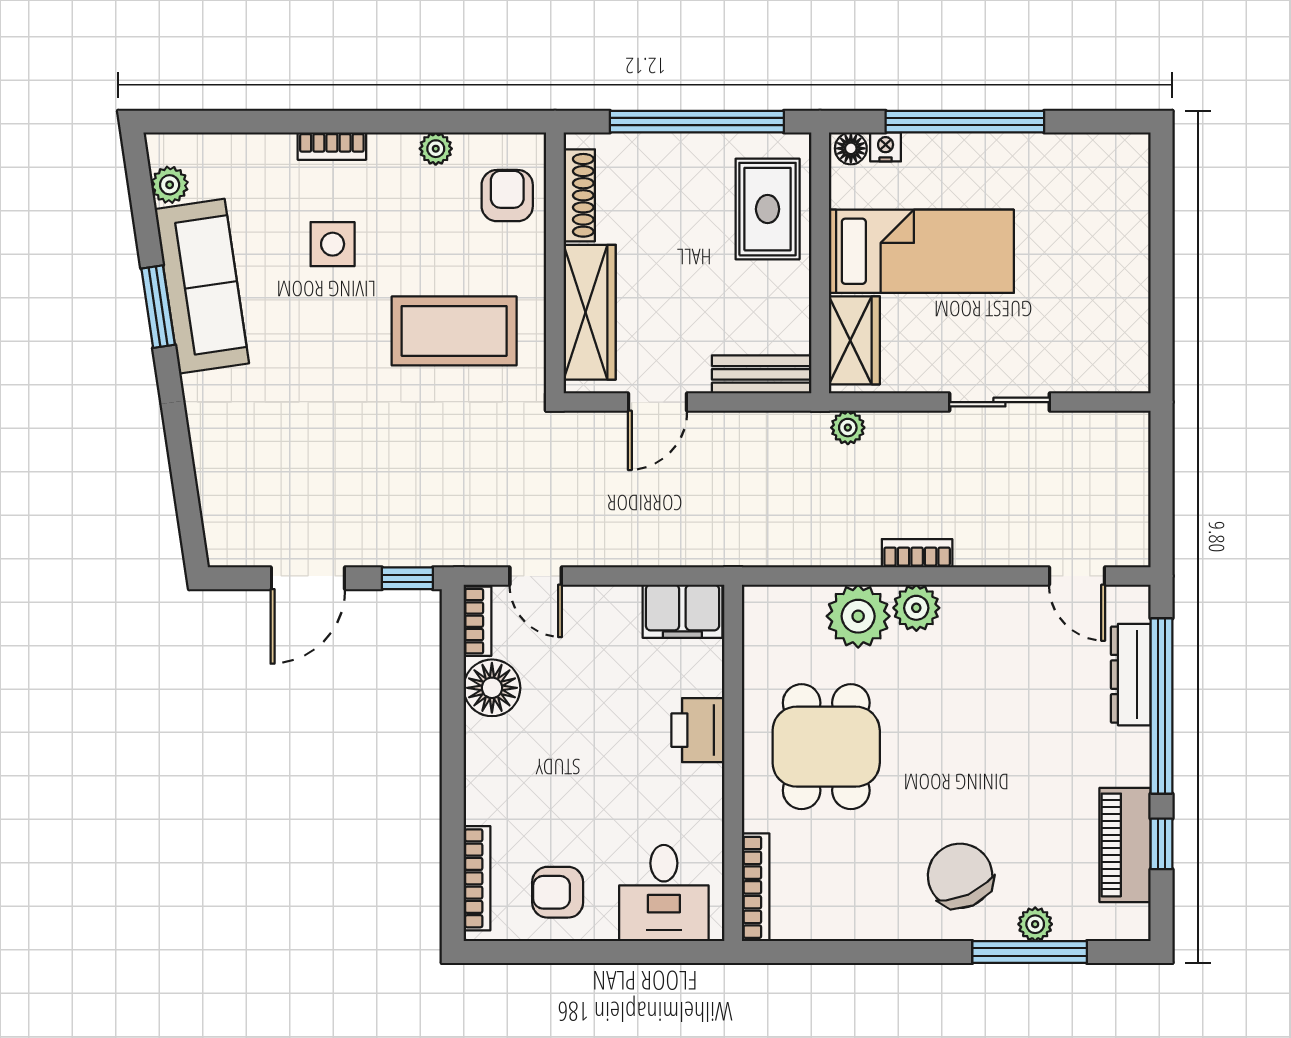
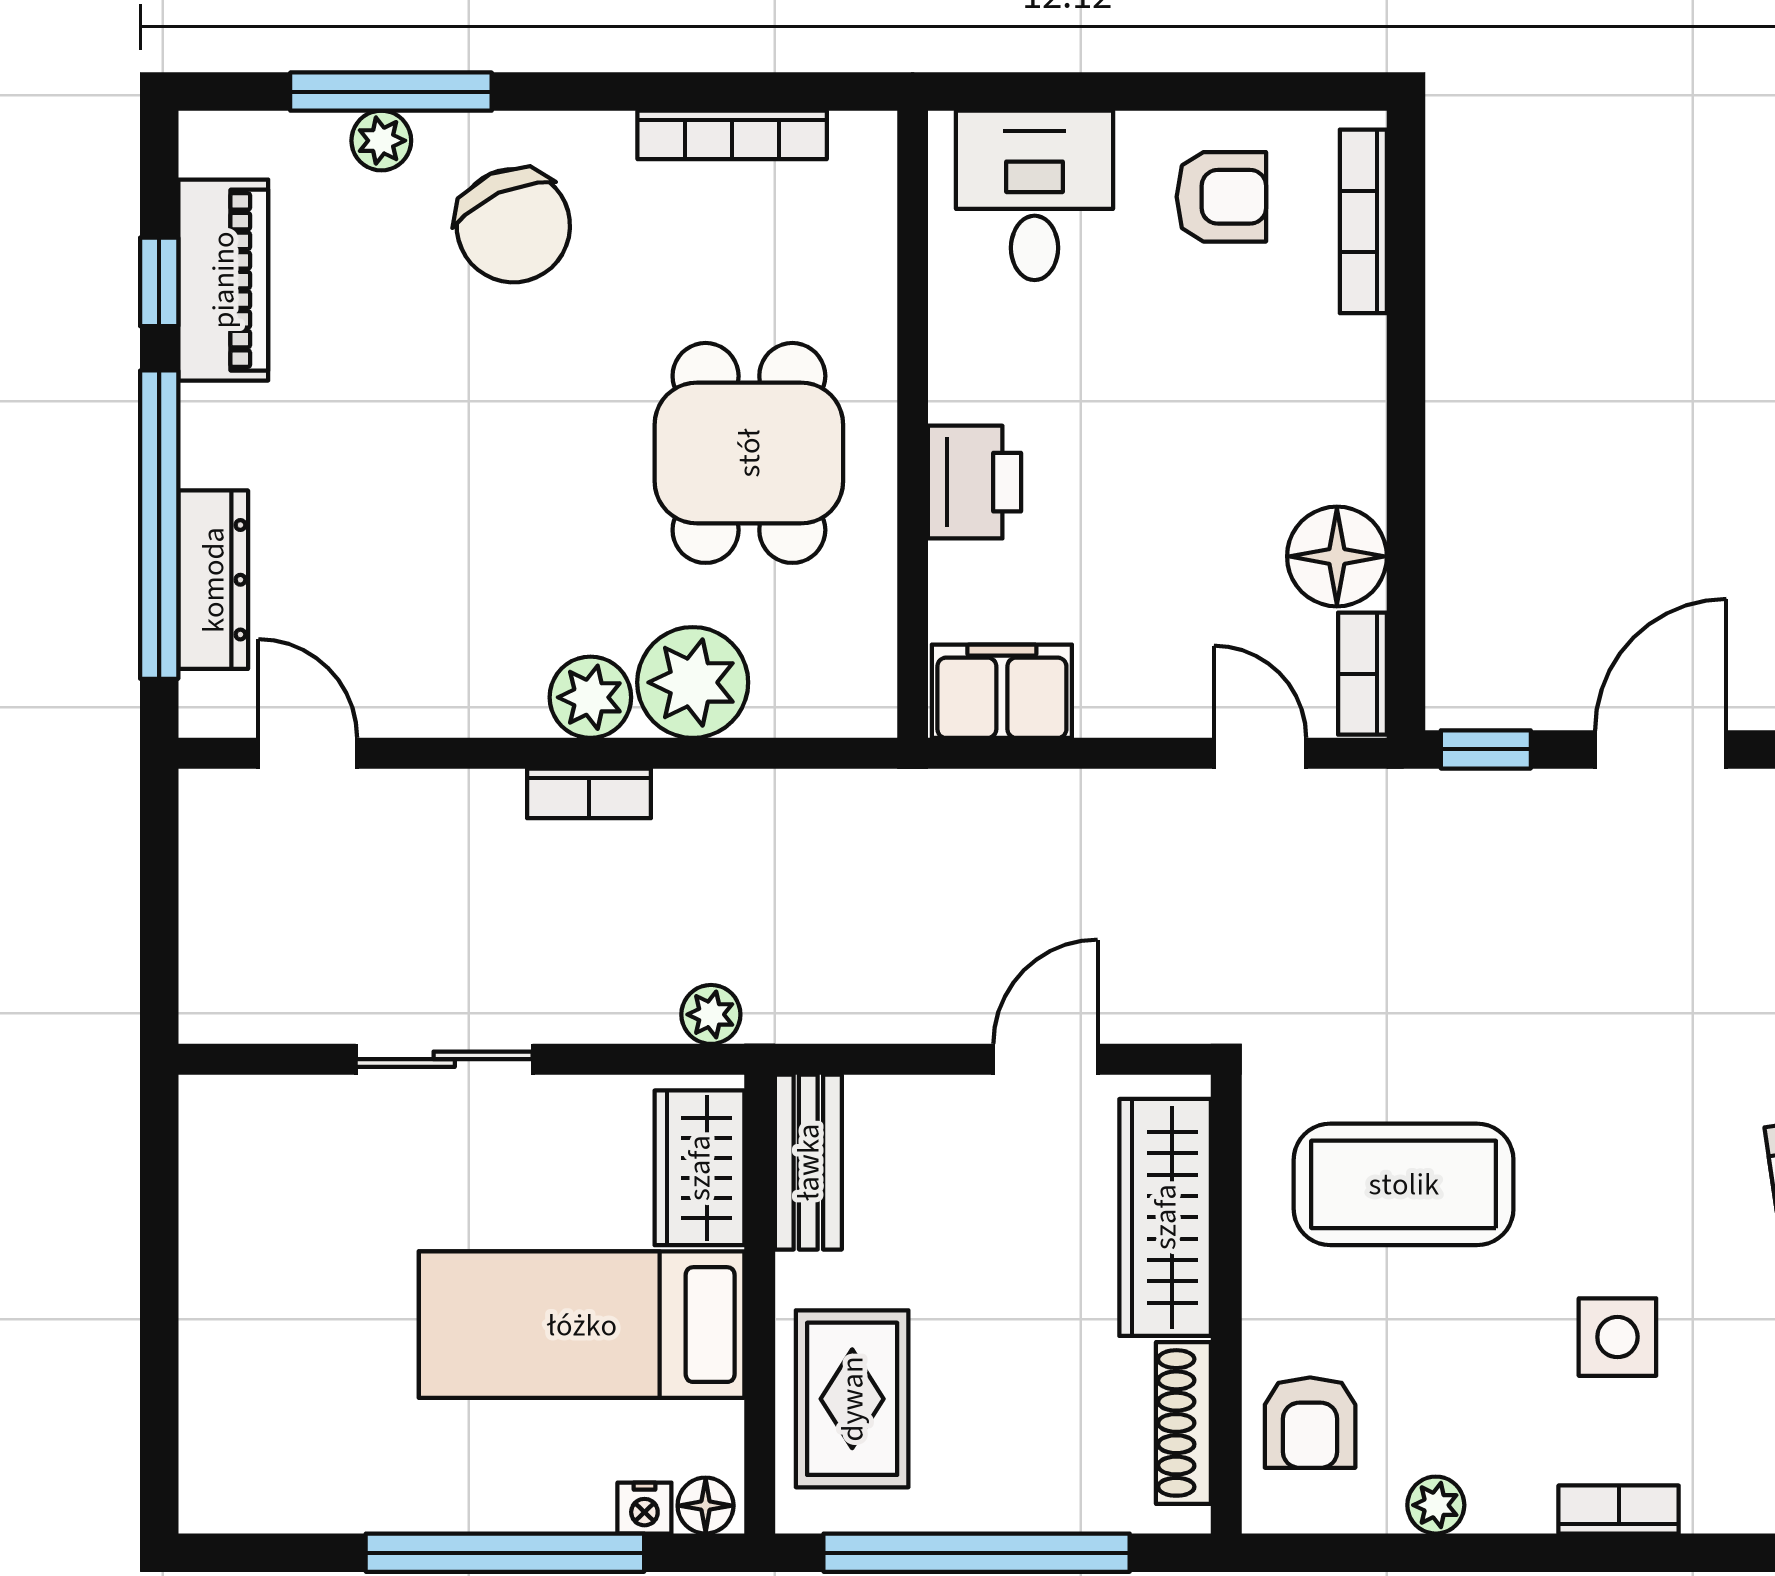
bench: (762, 374) -> (808, 1162), moved, turned 90
bookcase: (756, 887) -> (732, 135), moved, turned -90

